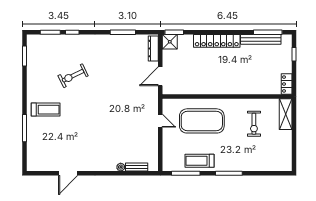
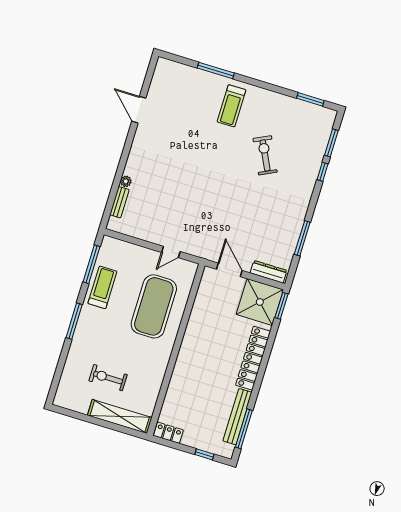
shower: (170, 42) -> (260, 302), width x1.86, depth x1.86
shelving: (286, 114) -> (120, 416), width x1.47
exercise bike: (254, 124) -> (108, 378), moved

